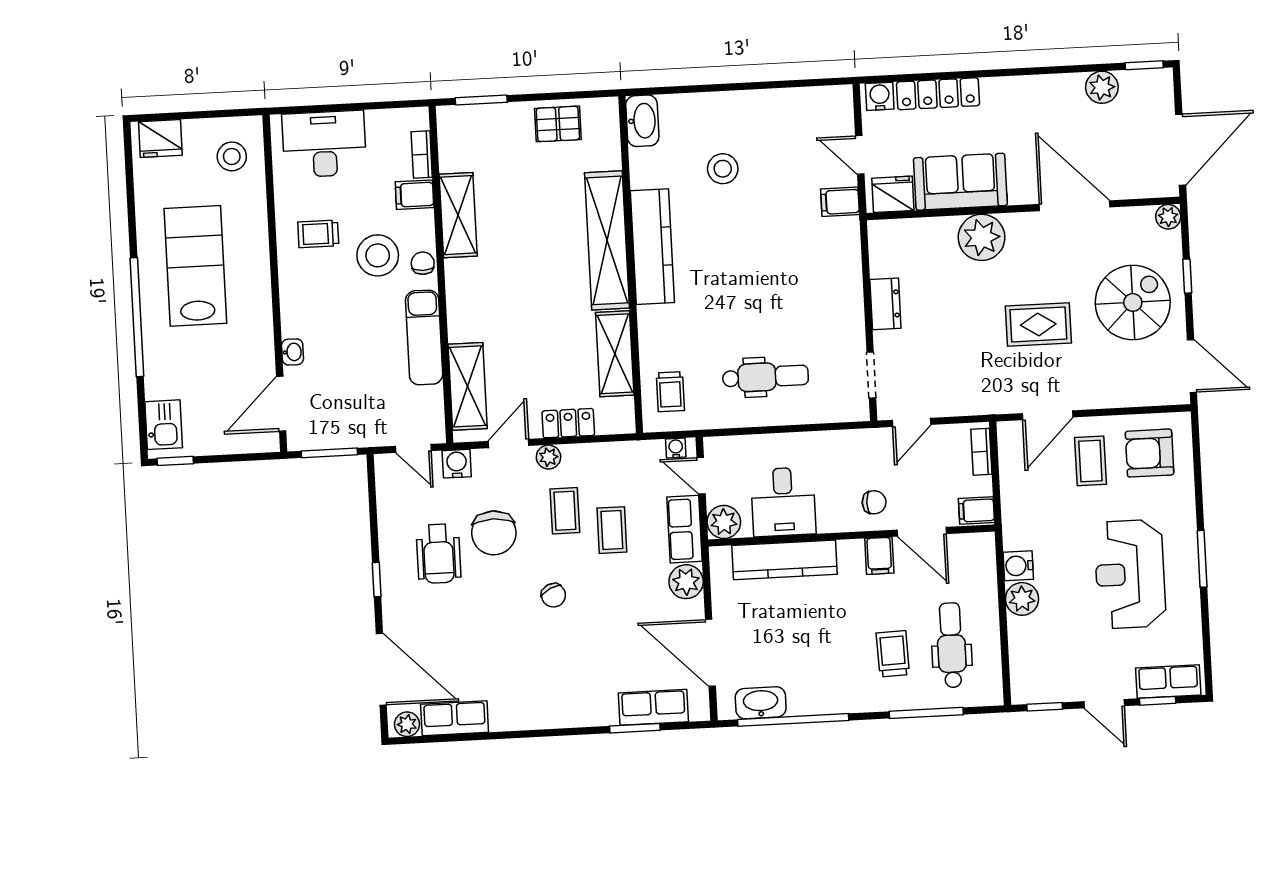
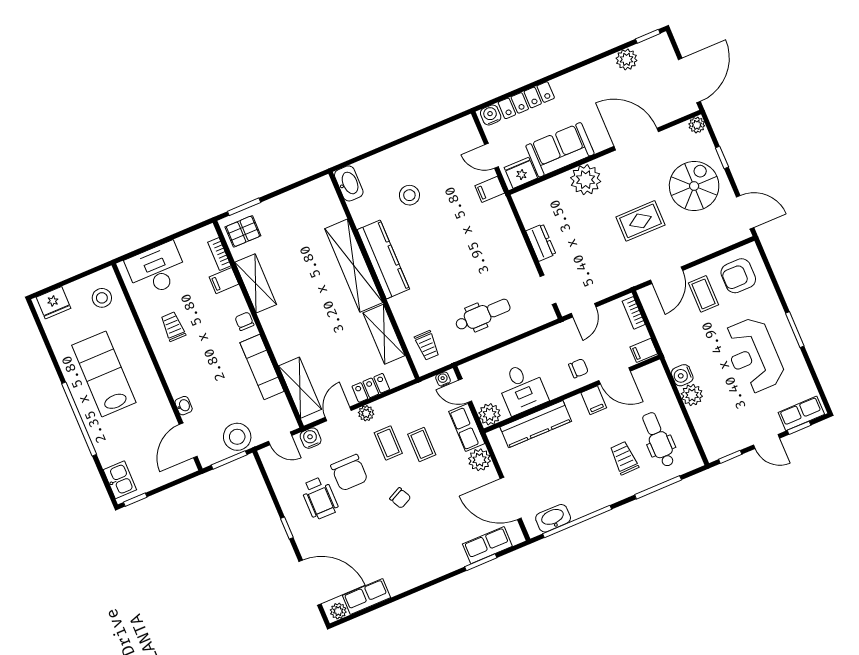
pallet: (558, 124) -> (243, 231), moved
trolley: (318, 234) -> (173, 326), turned 90
stool: (378, 255) -> (237, 437), moved

